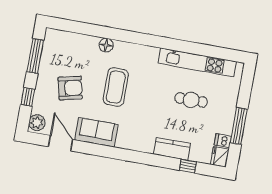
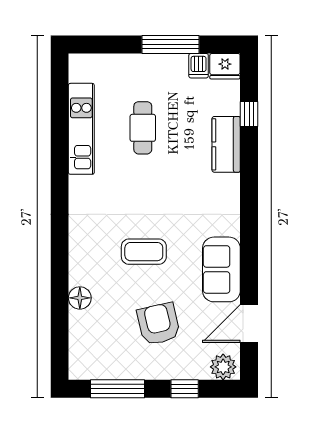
floor lamp: (106, 45) -> (80, 298), moved
kitchen unit: (197, 62) -> (81, 129), width x0.73
coffee table: (116, 87) -> (144, 252), width x0.73, depth x0.76

